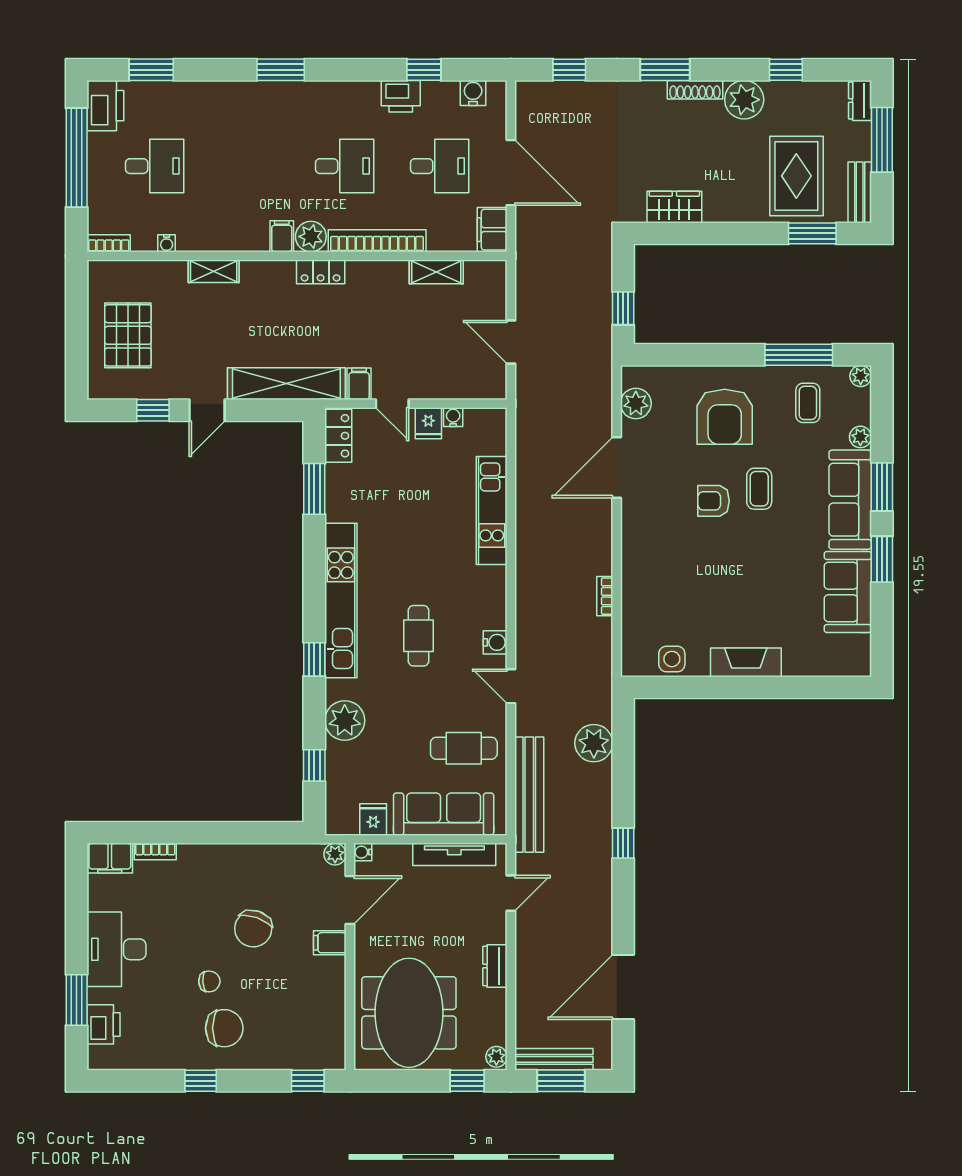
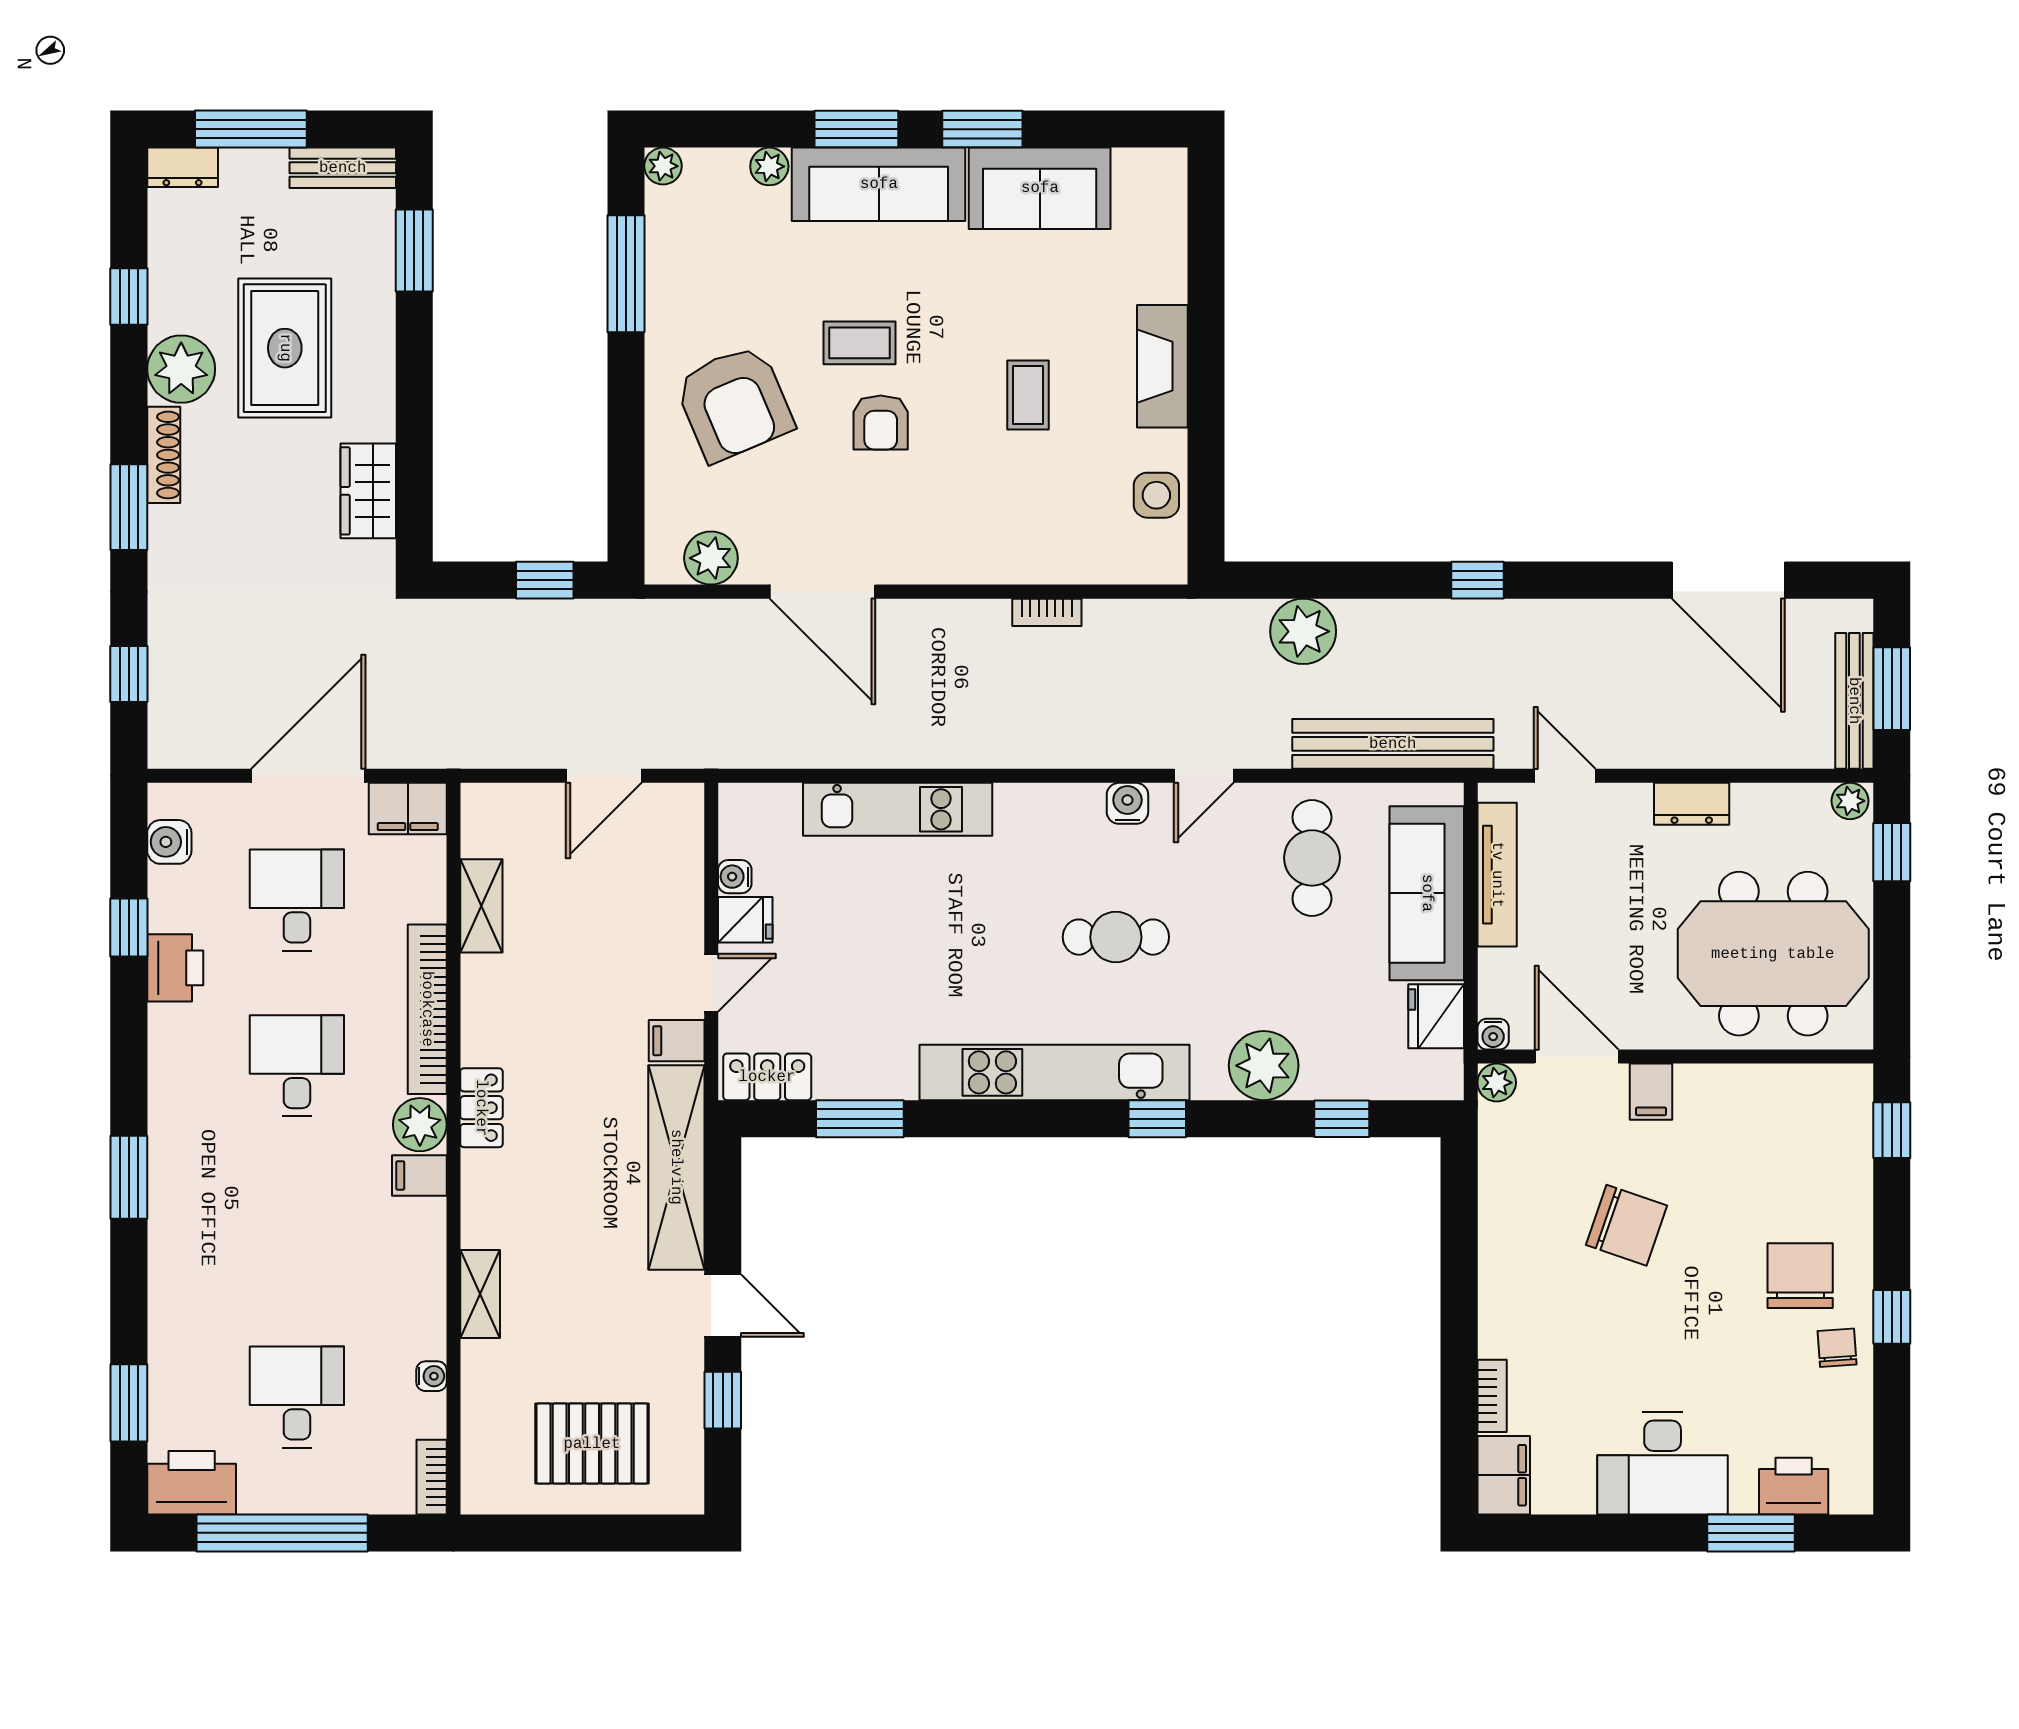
rug: (796, 176) -> (285, 348), moved, turned 90
coffee table: (808, 403) -> (1028, 395), moved, turned 90
armchair: (725, 417) -> (734, 403), turned 67
fridge: (373, 819) -> (1436, 1016), width x1.38
chair: (209, 981) -> (1837, 1348), moved

